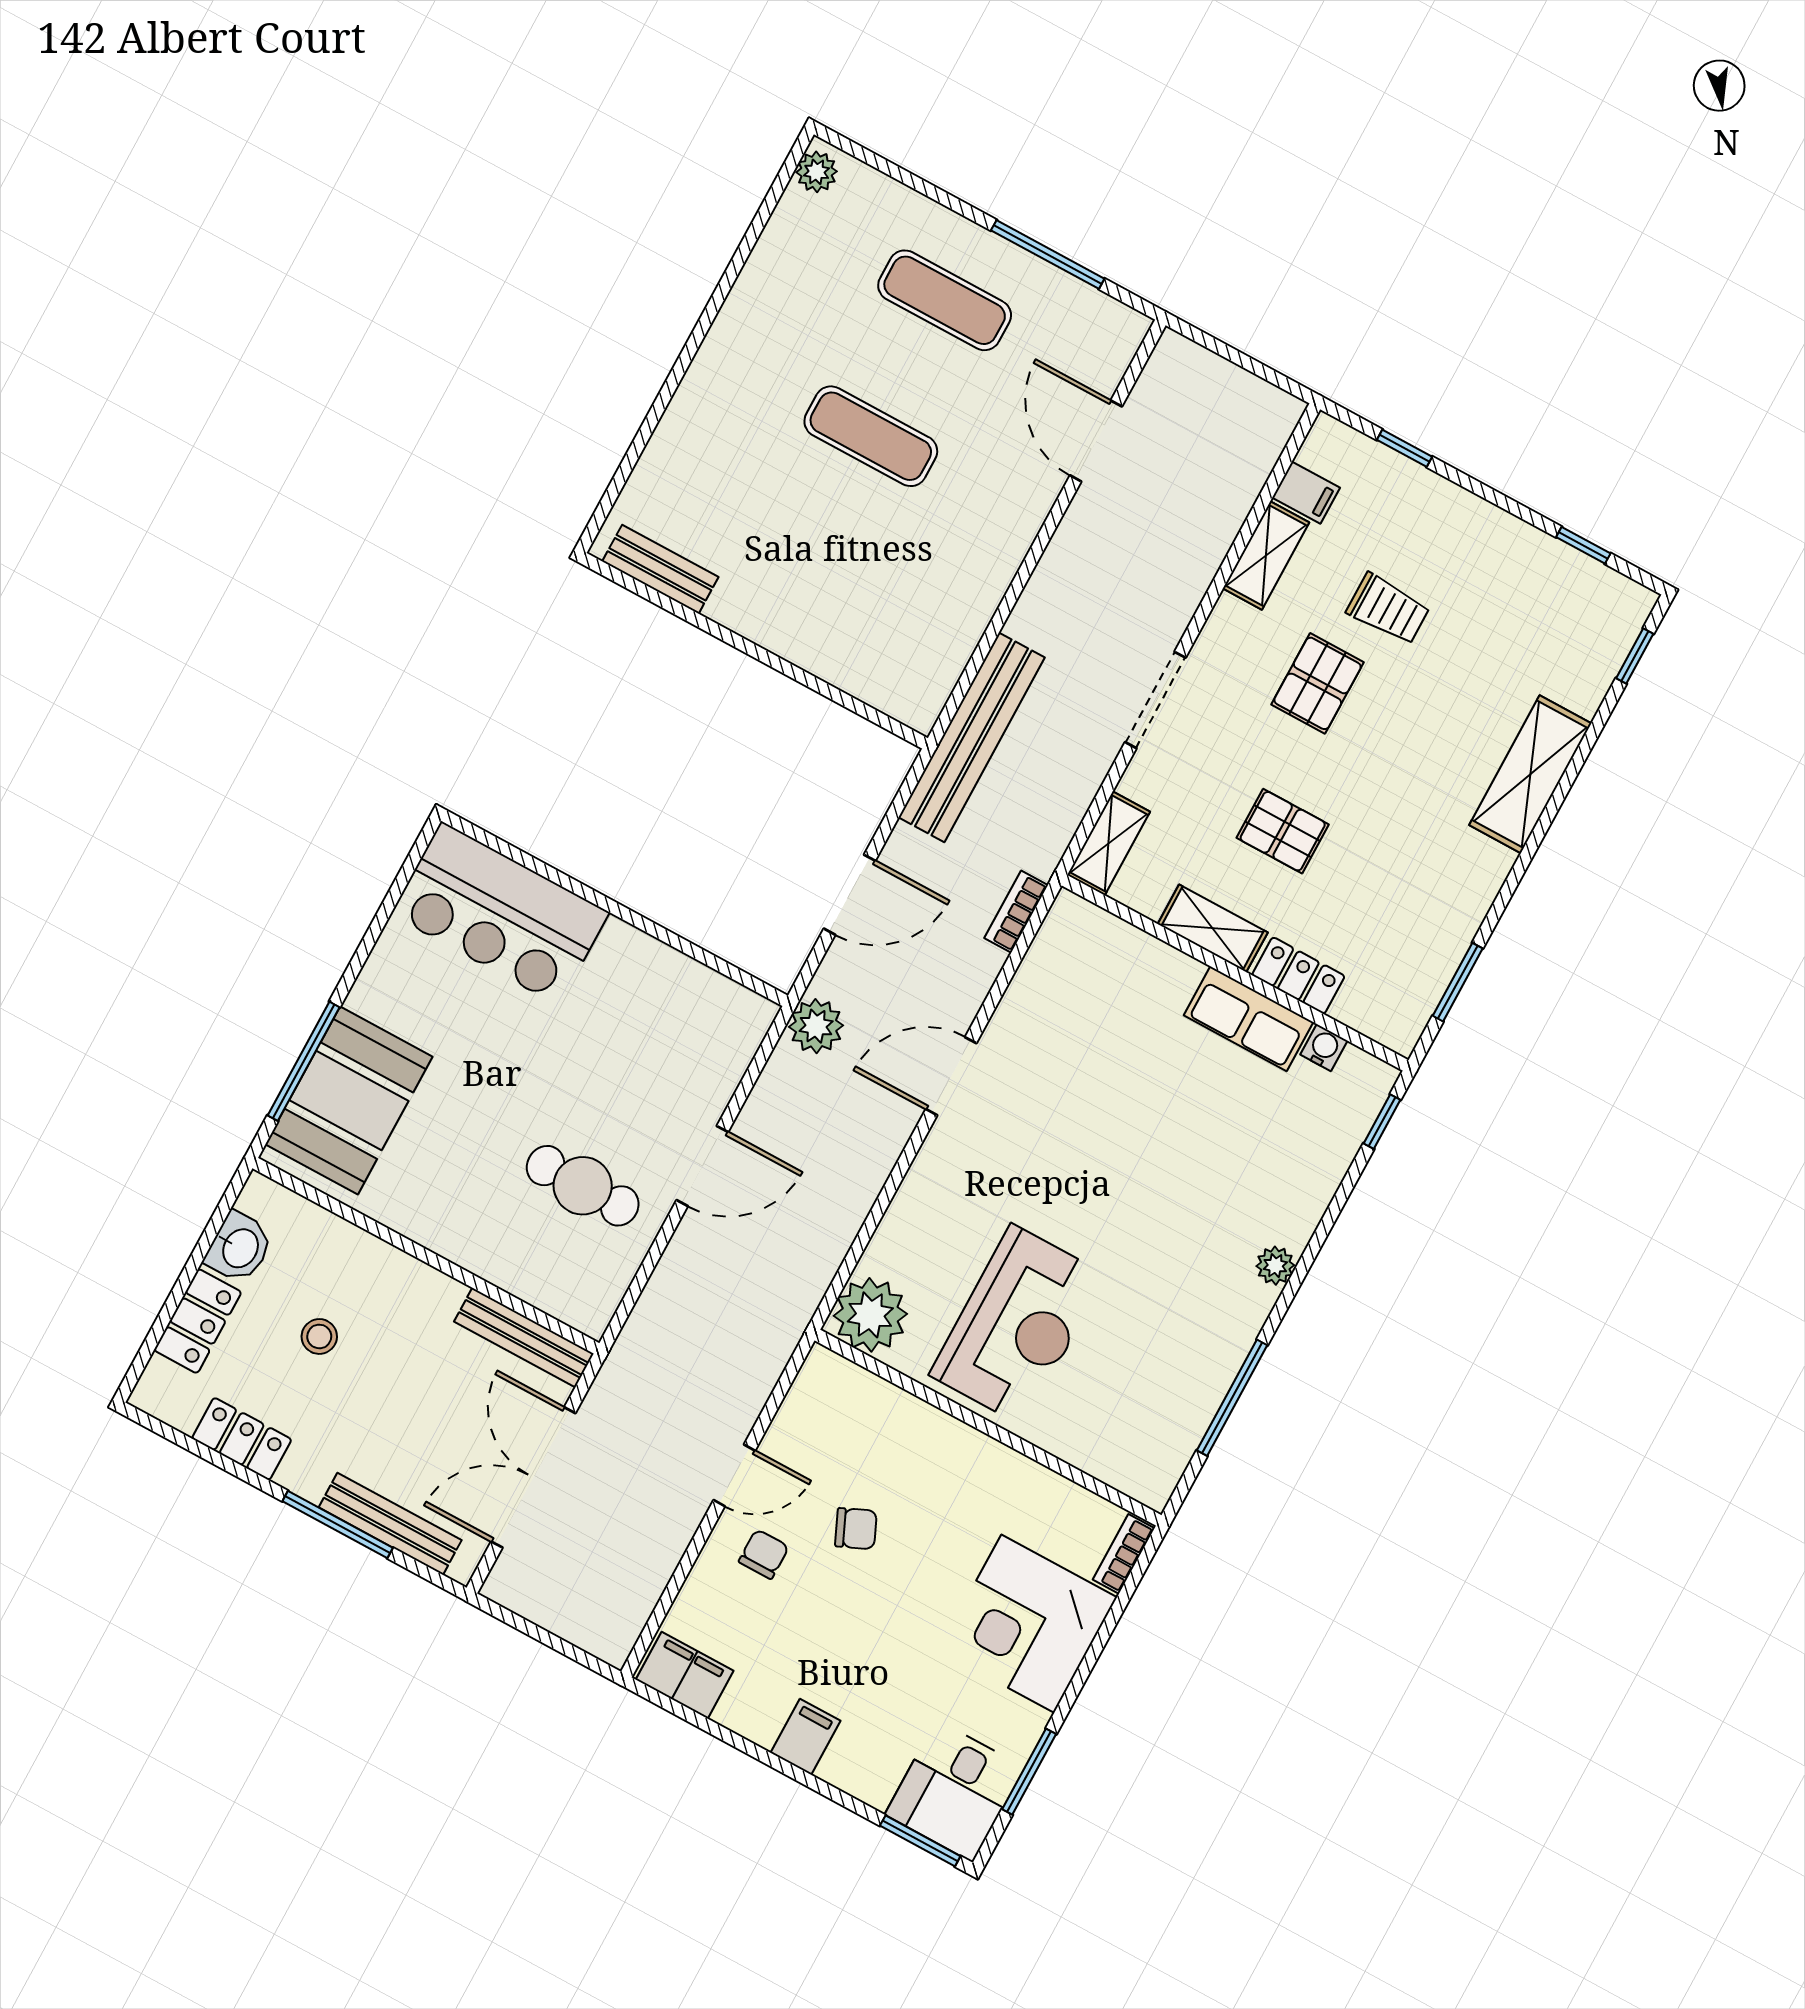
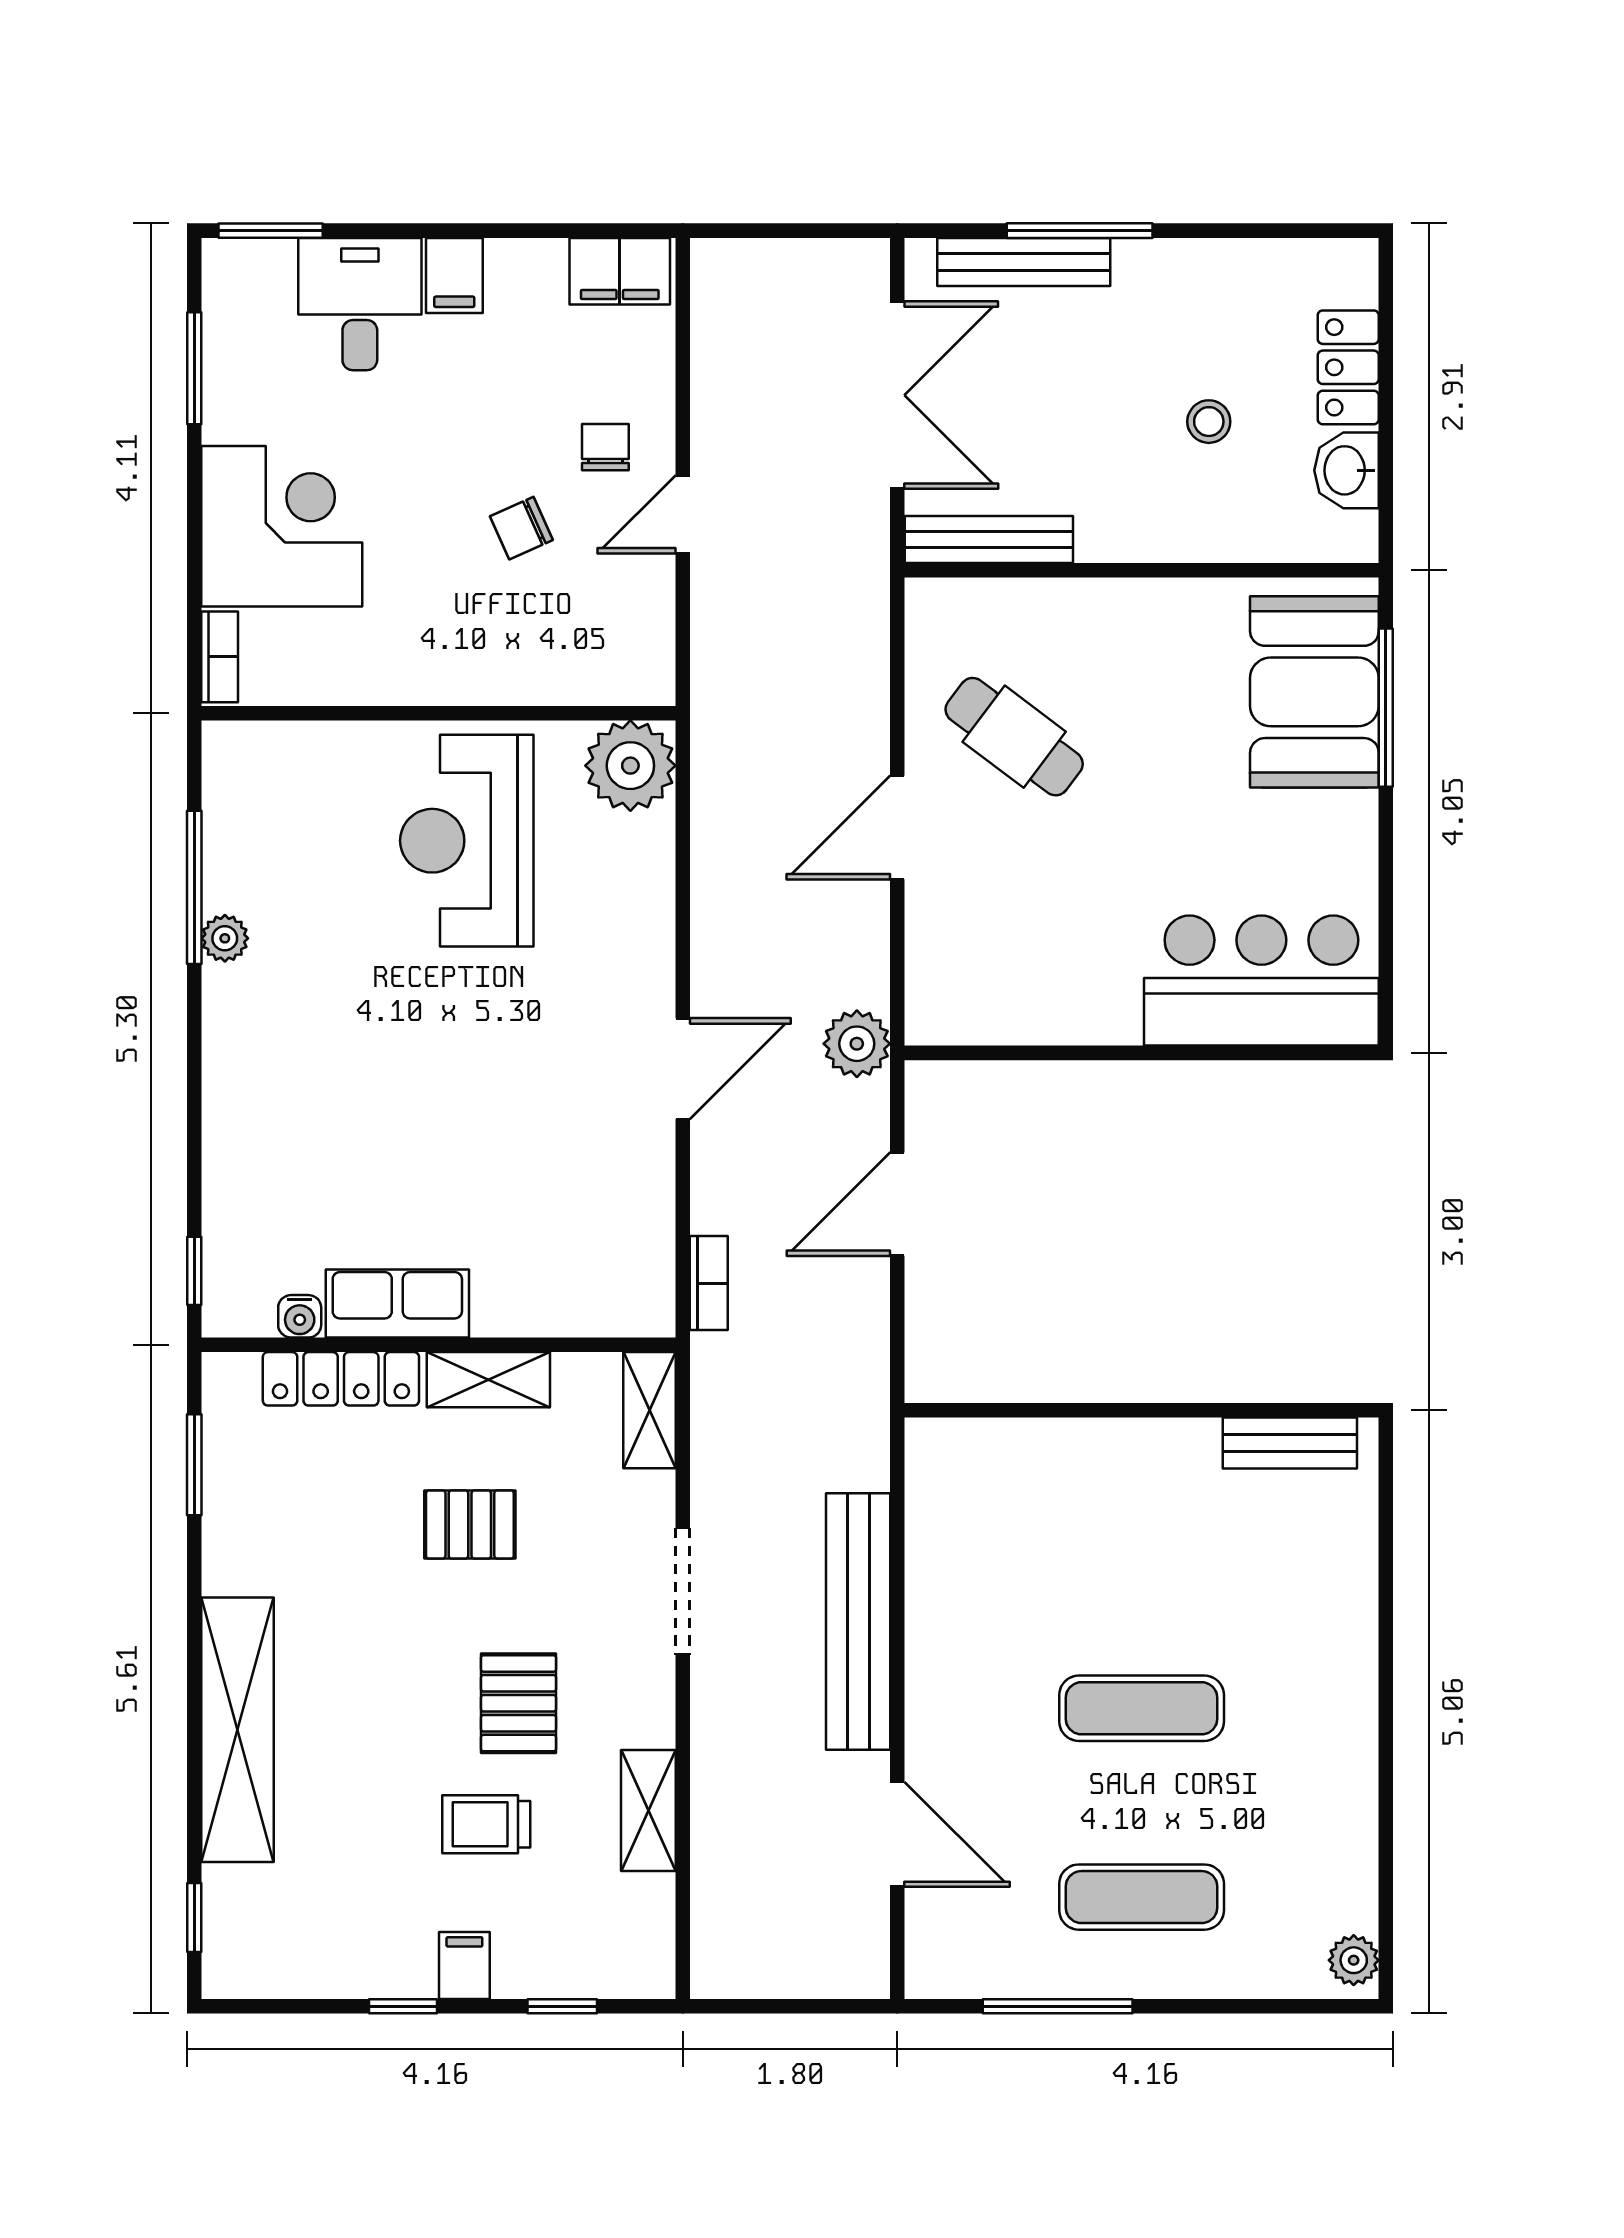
filing cabinet: (1306, 493) -> (464, 1965), moved, turned 90
window: (1583, 545) -> (403, 2006), moved
bench: (972, 737) -> (858, 1622), moved
shelving: (1530, 774) -> (237, 1730), width x1.47
locker: (1298, 976) -> (341, 1379), width x1.53
cafe table: (583, 1186) -> (1014, 737), turned 37
plant: (1275, 1266) -> (225, 938), moved
locker: (242, 1439) -> (1232, 267), removed
chair: (764, 1554) -> (605, 447), turned 180
desk: (955, 1791) -> (360, 304), moved

